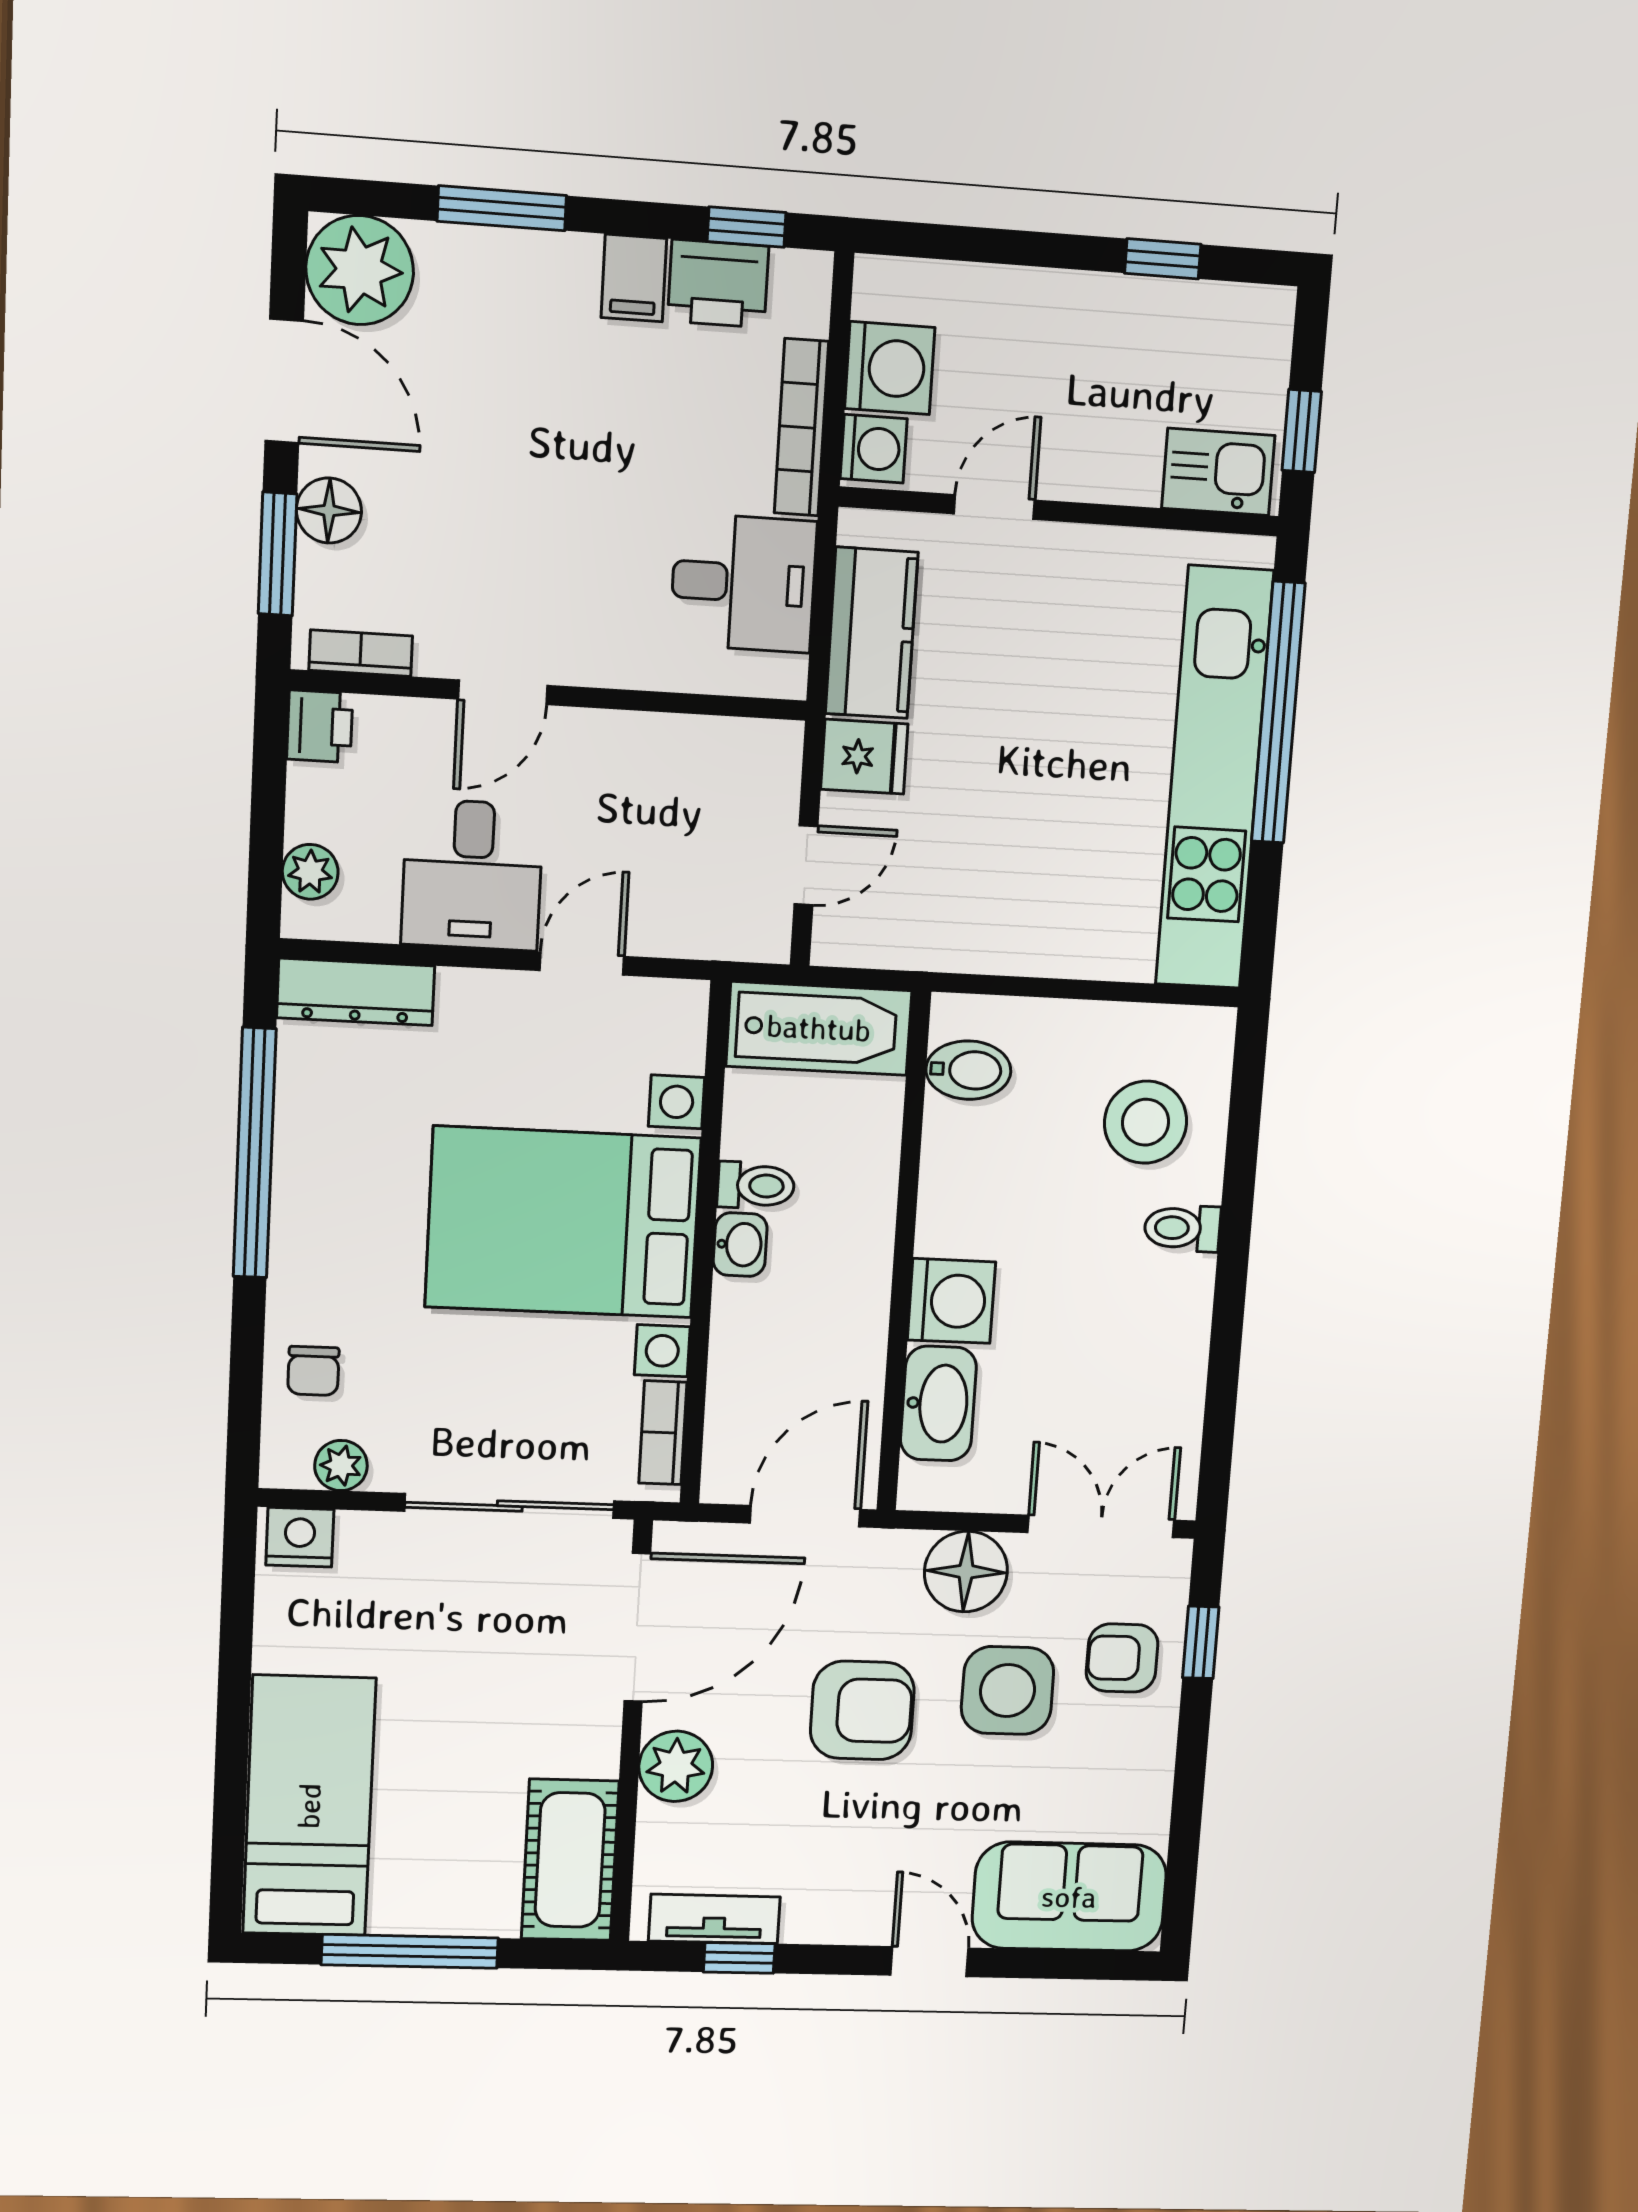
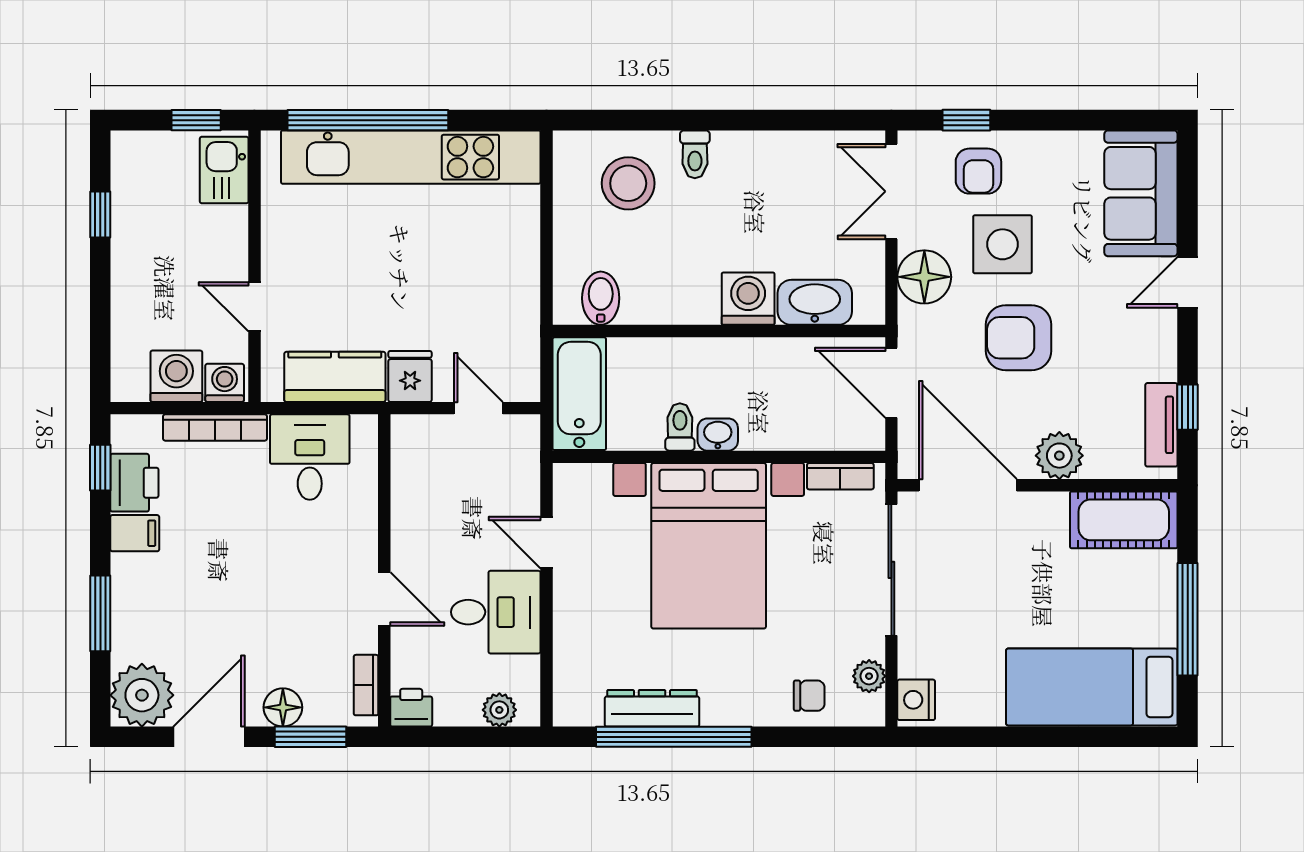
dresser: (356, 992) -> (652, 708), moved, turned -90
armchair: (862, 1710) -> (1019, 338), turned -90

